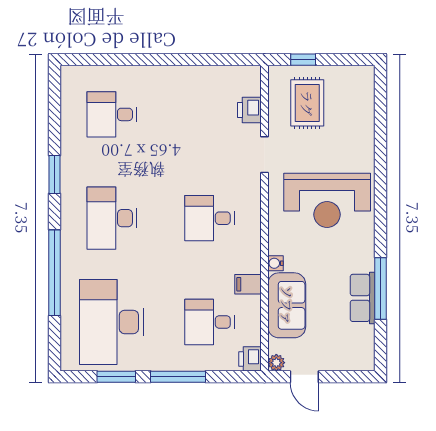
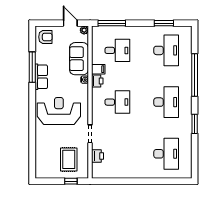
desk: (112, 114) -> (166, 154), width x1.37
row of seats: (363, 298) -> (41, 77), moved
desk: (112, 322) -> (166, 50), width x0.73, depth x0.77
armchair: (354, 349) -> (45, 37), added
printer: (250, 359) -> (97, 81), moved
window: (178, 377) -> (112, 23), moved

